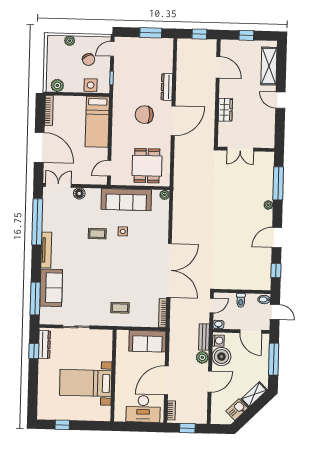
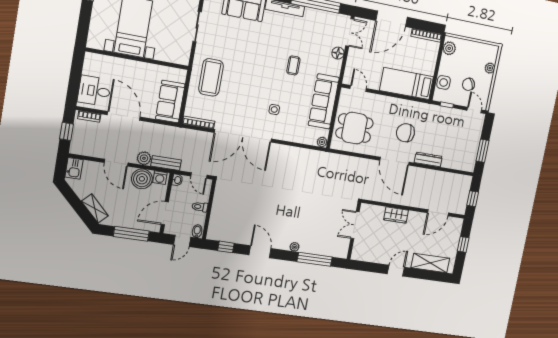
chair: (144, 115) -> (405, 133), turned -90
side table: (123, 231) -> (274, 109), moved
coffee table: (120, 308) -> (211, 77), width x1.86, depth x1.72
desk: (143, 409) -> (94, 91), width x0.73
kitchen sink: (237, 410) -> (74, 168), moved, turned 45

